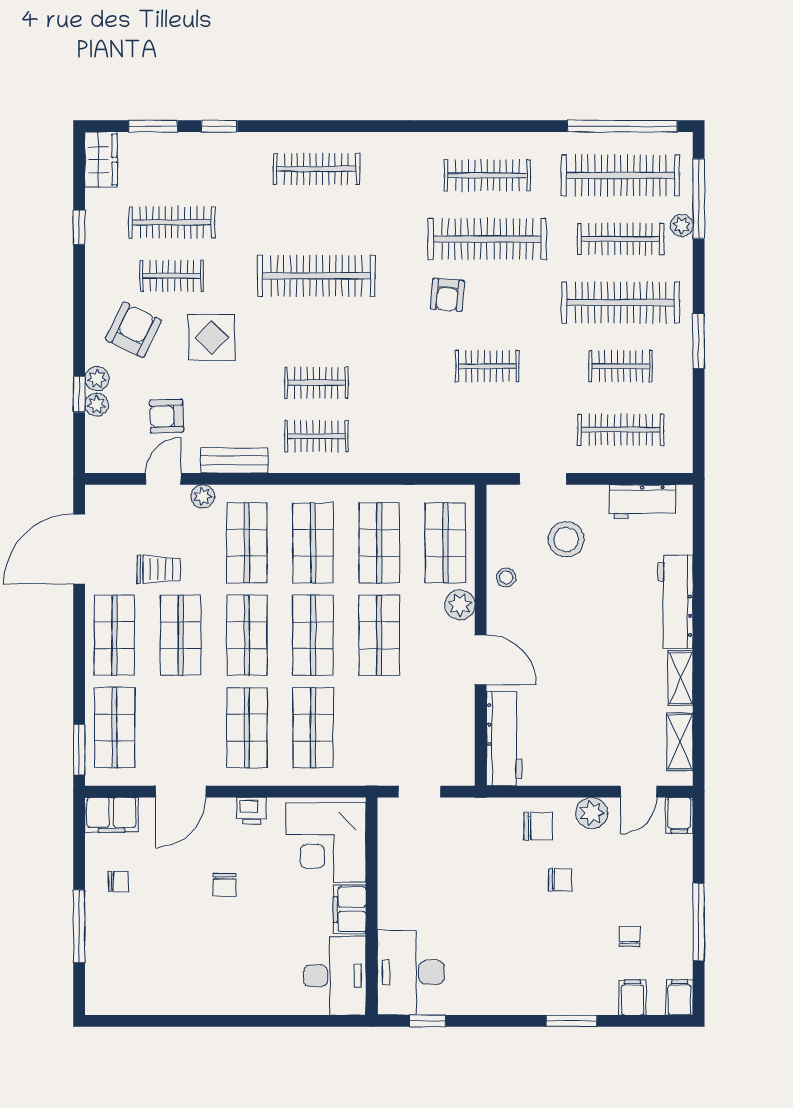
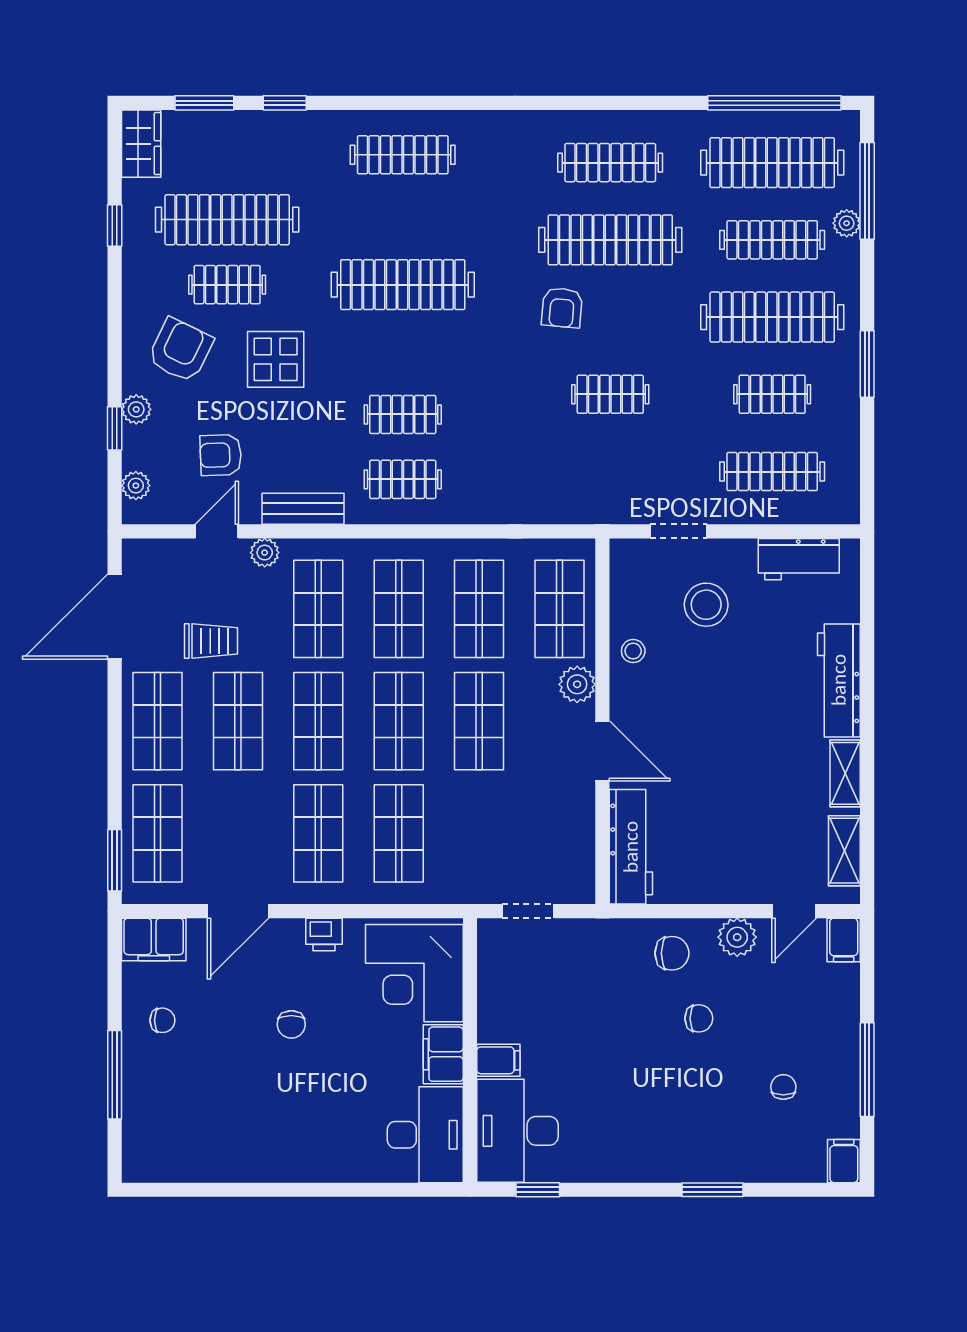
clothes rail: (172, 222) -> (227, 220), width x1.37, depth x1.31
plant: (97, 405) -> (136, 486), moved
filing cabinet: (633, 998) -> (498, 1060), moved, turned 90

